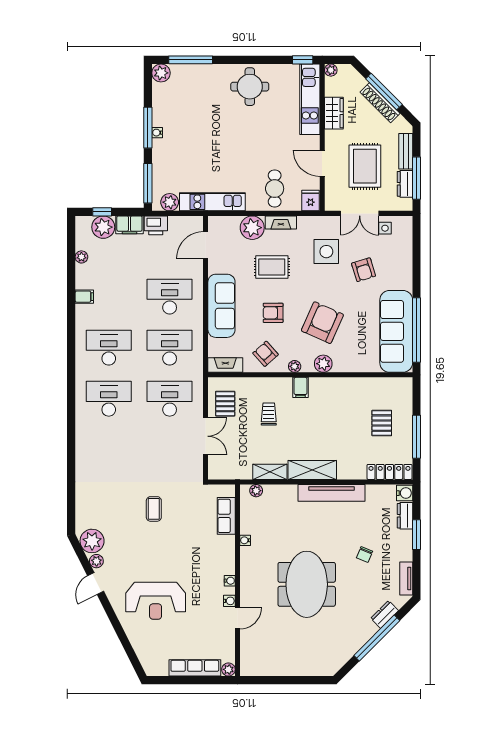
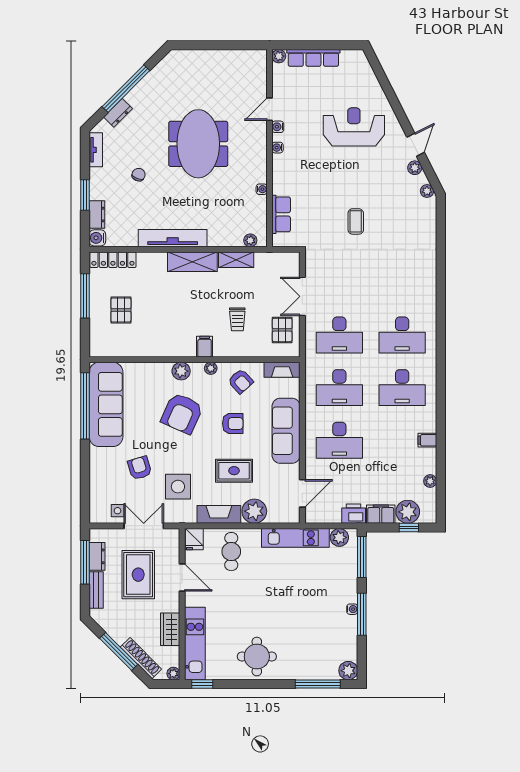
shoe rack: (380, 103) -> (141, 658), moved
fireplace: (281, 222) -> (219, 514), width x1.37, depth x1.32
plant: (92, 541) -> (427, 191), width x0.53, depth x0.53

